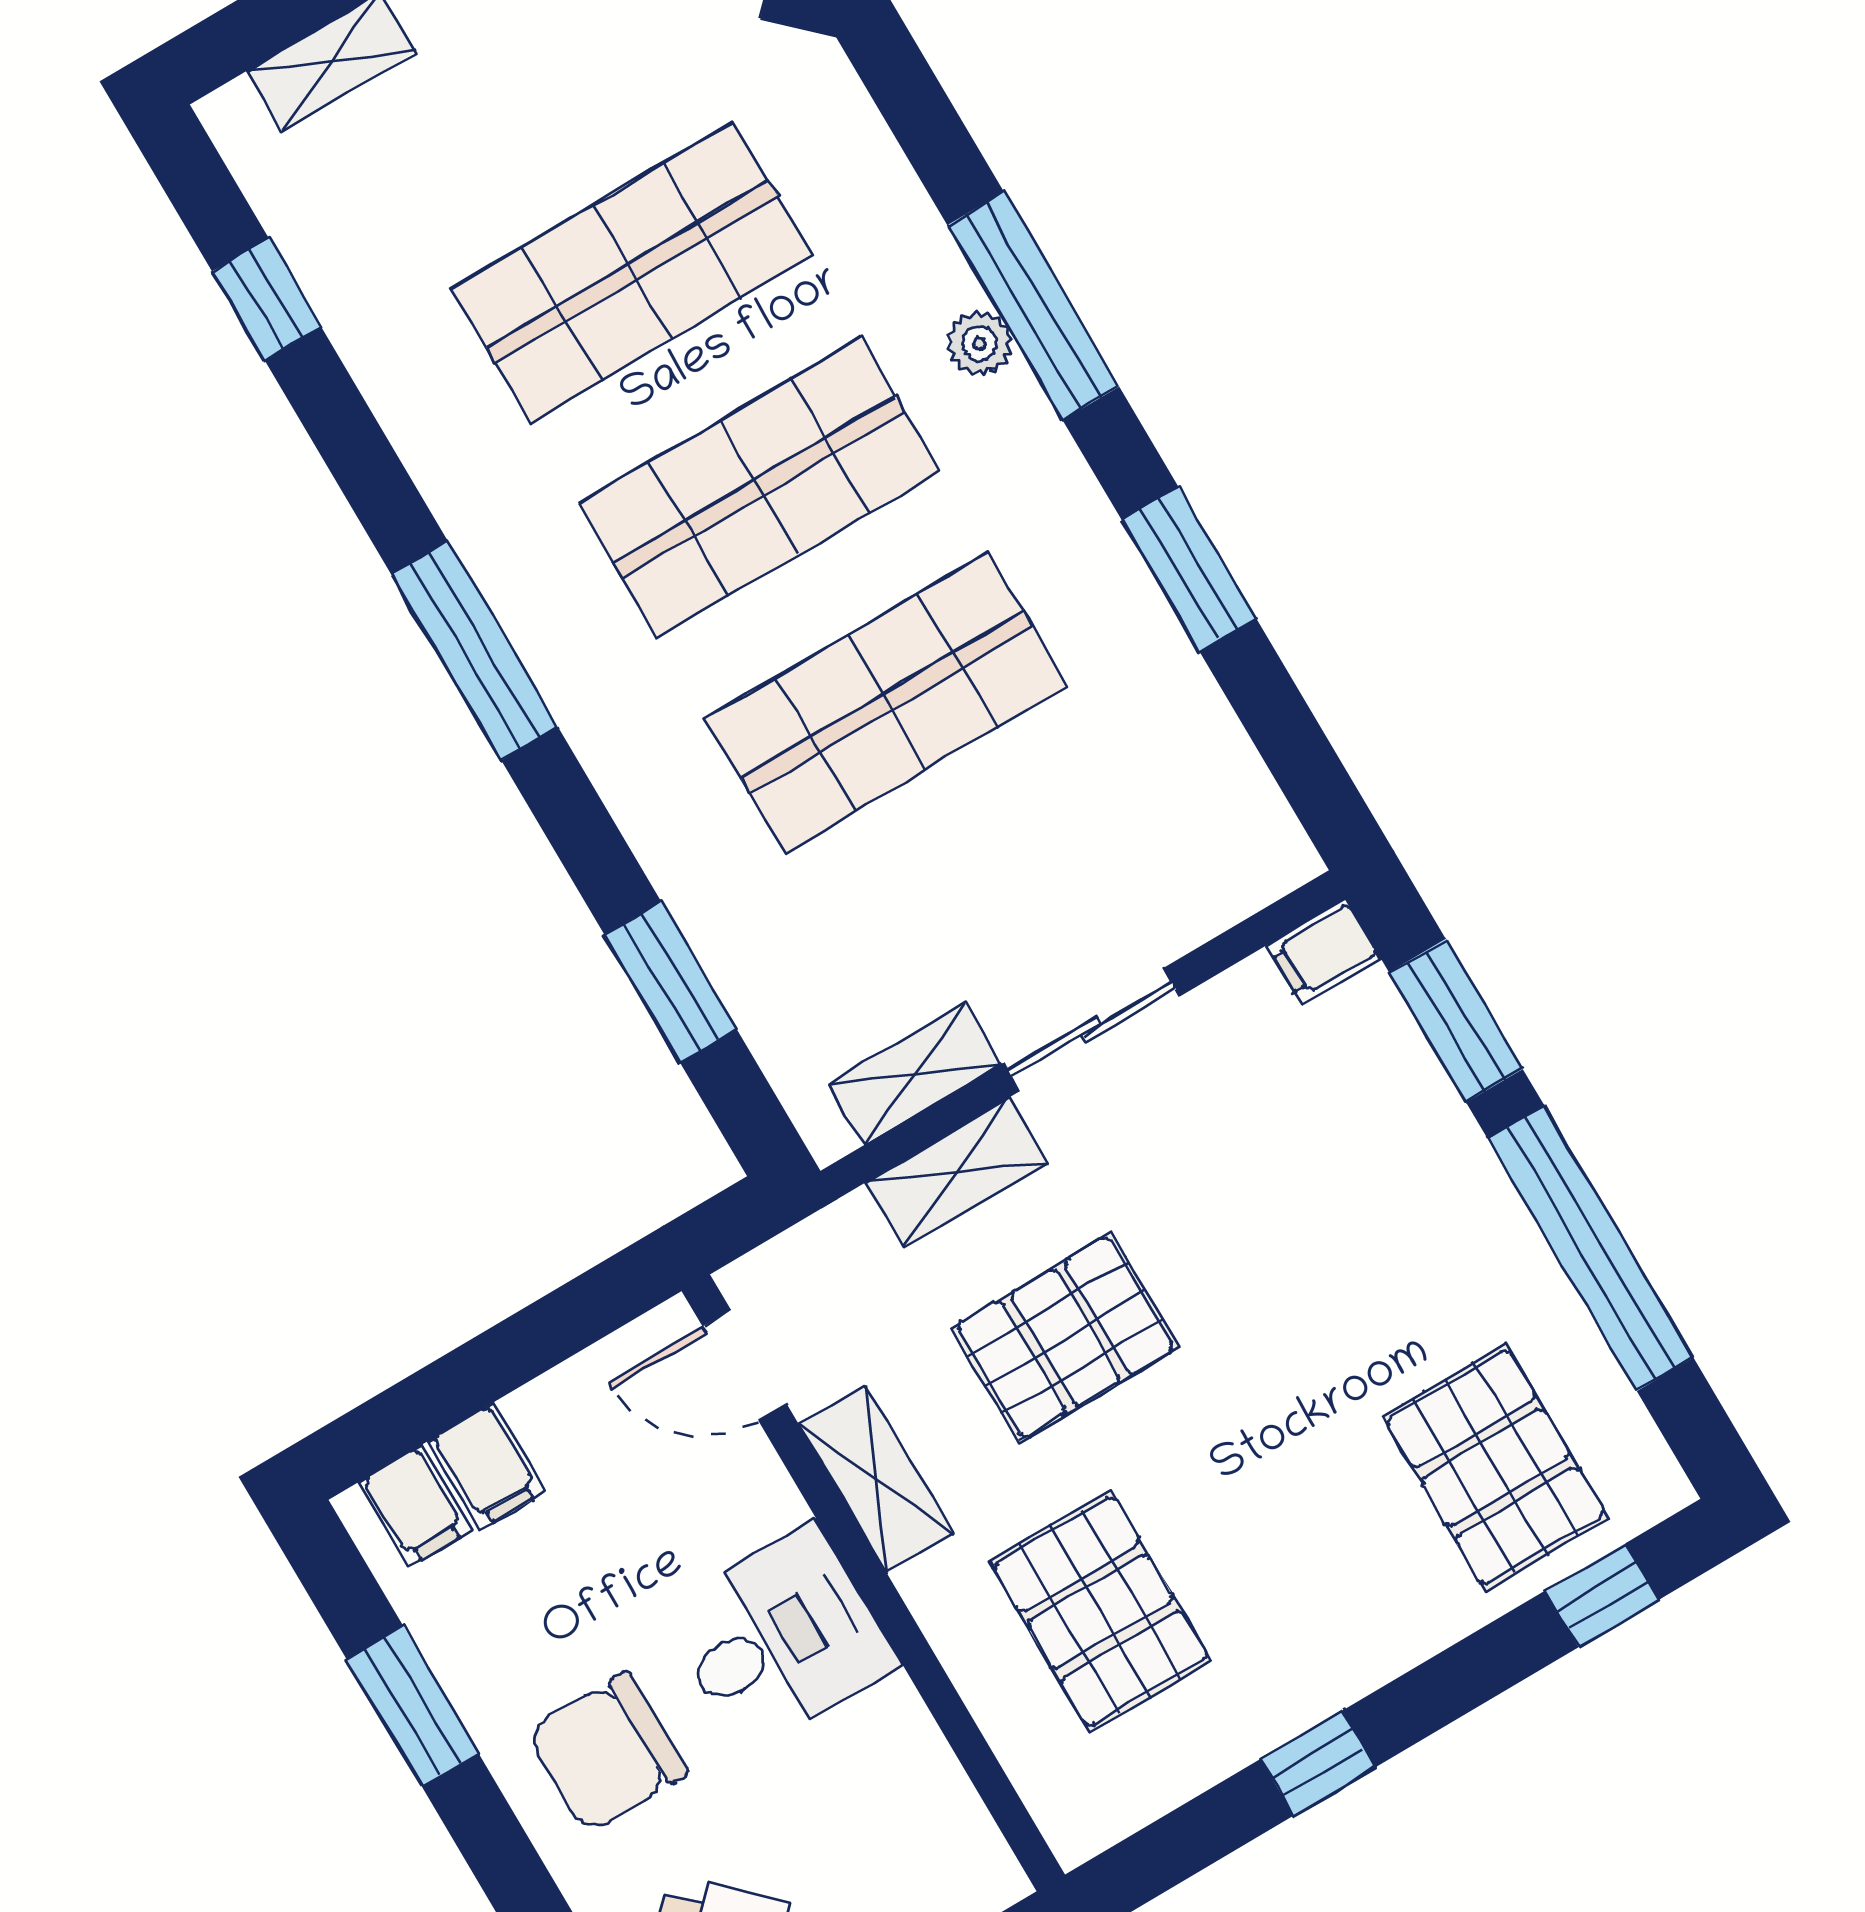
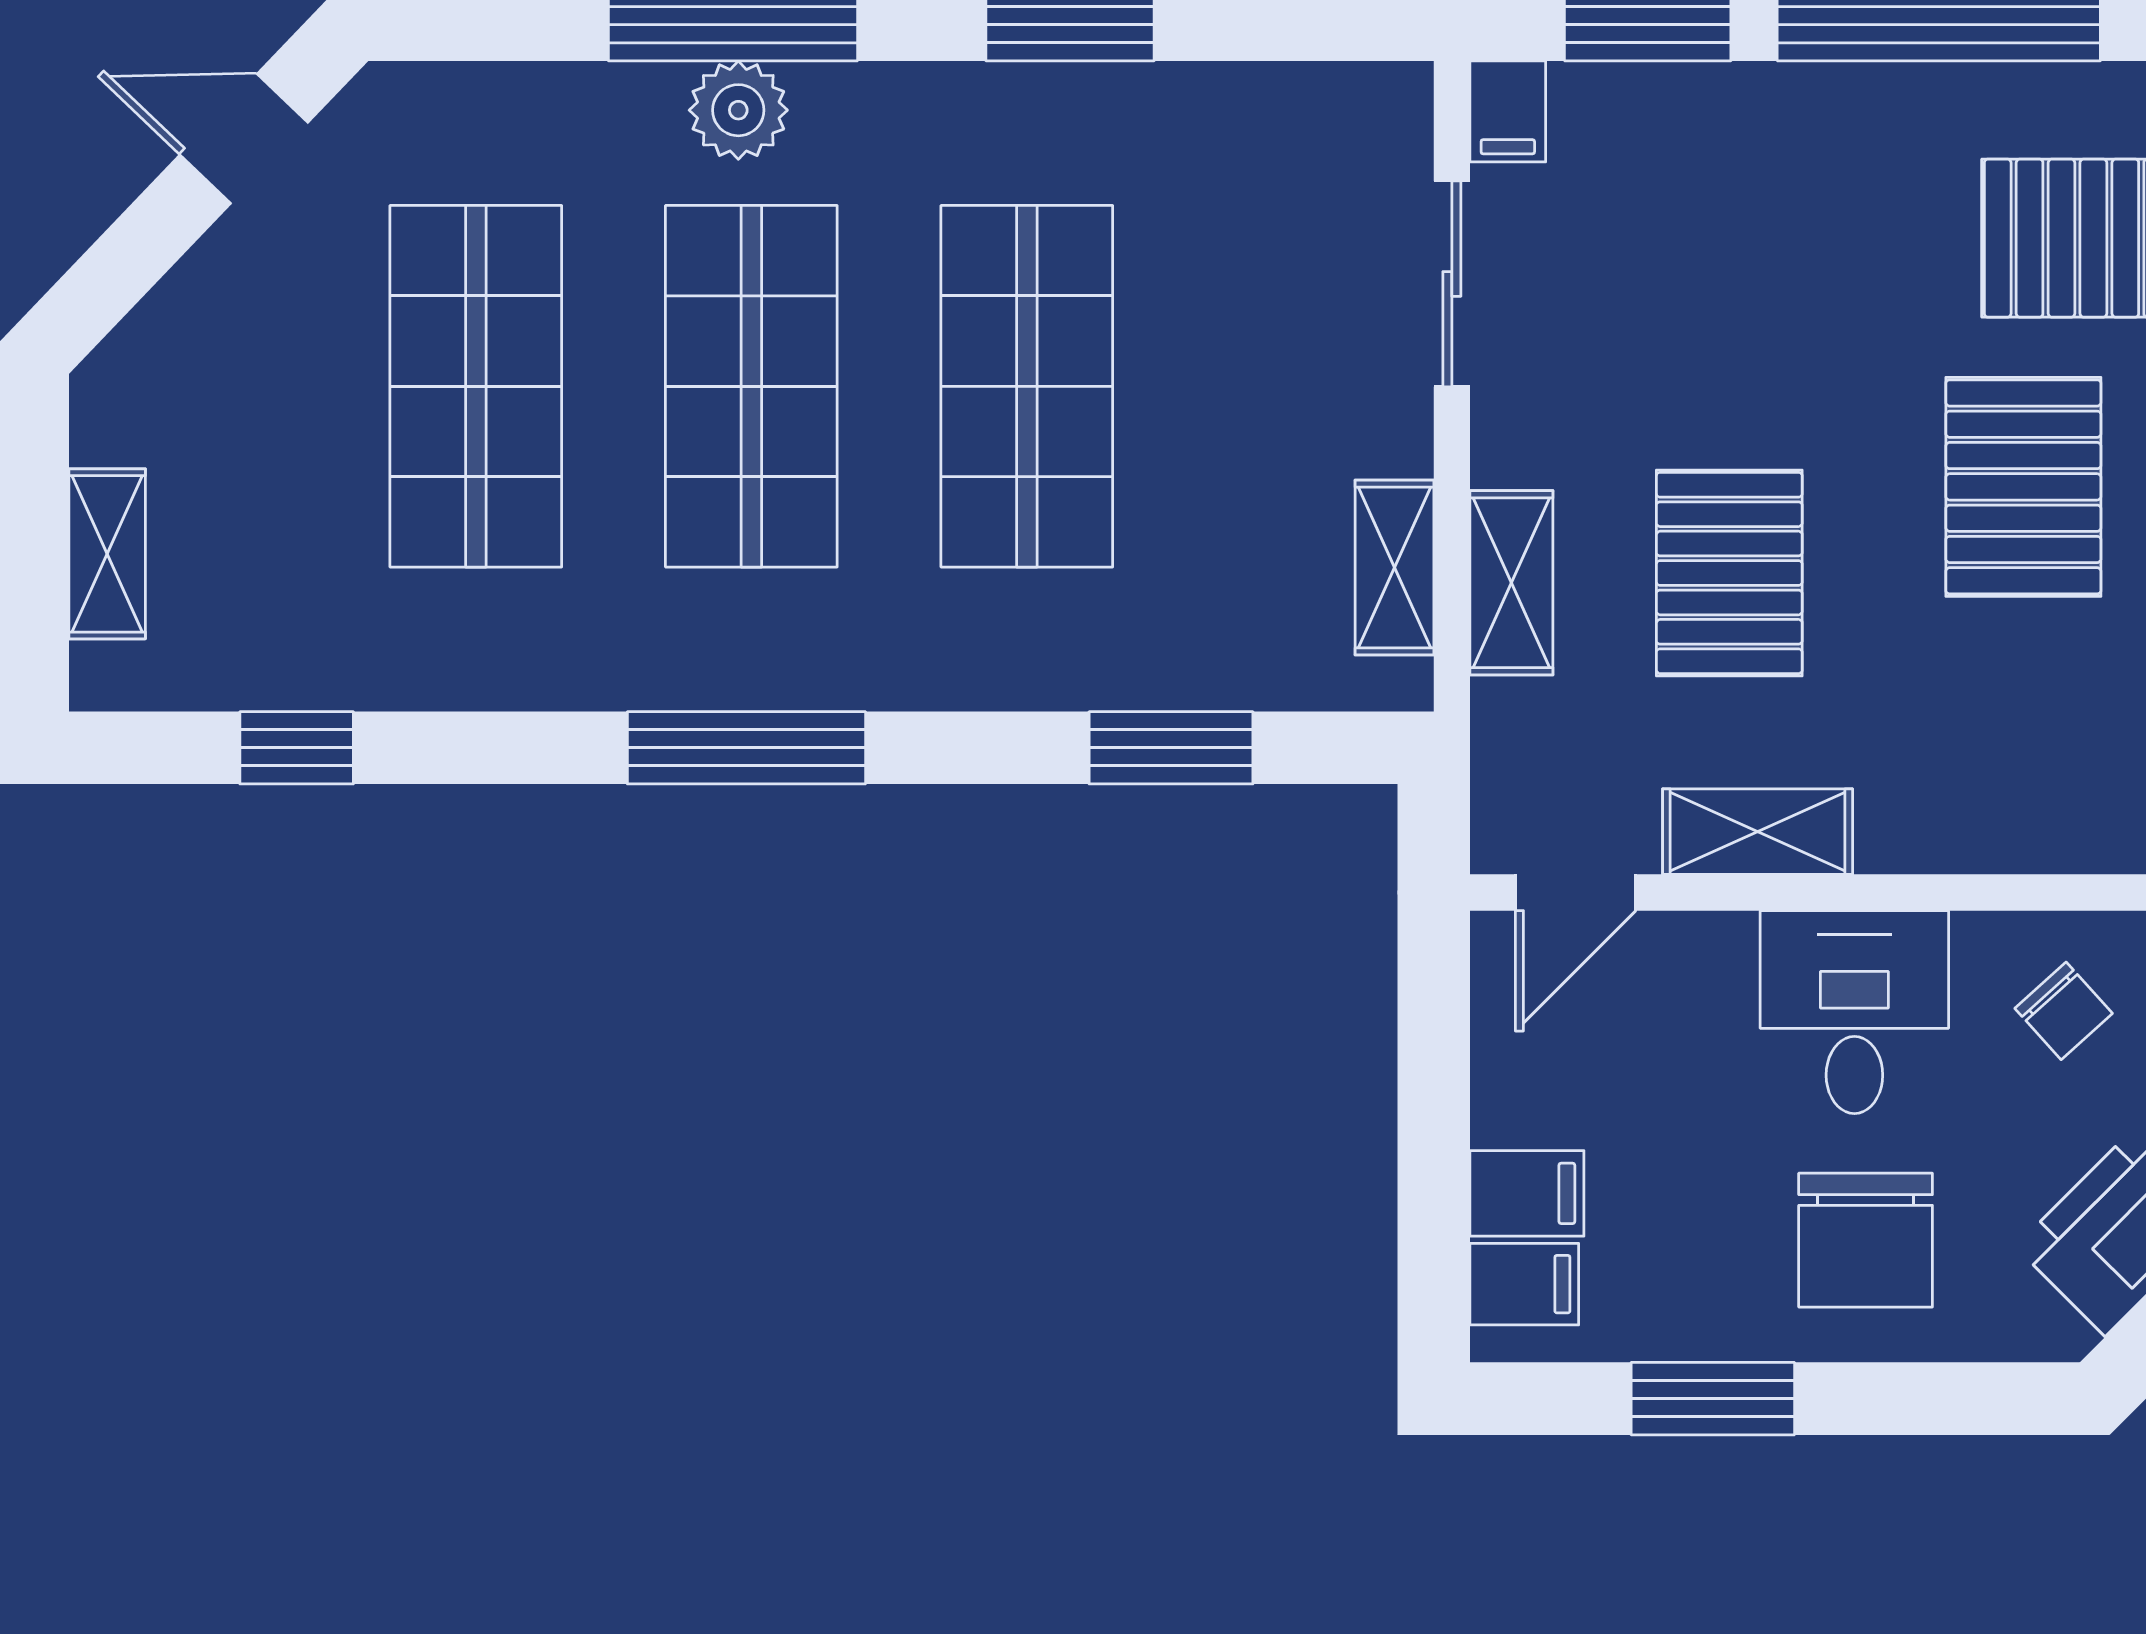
plant: (979, 343) -> (738, 110), width x1.38, depth x1.38
sliding door: (1092, 1030) -> (1452, 284), moved
pallet: (1100, 1611) -> (2023, 487), moved, turned 90
chair: (878, 1801) -> (2064, 1011), added

